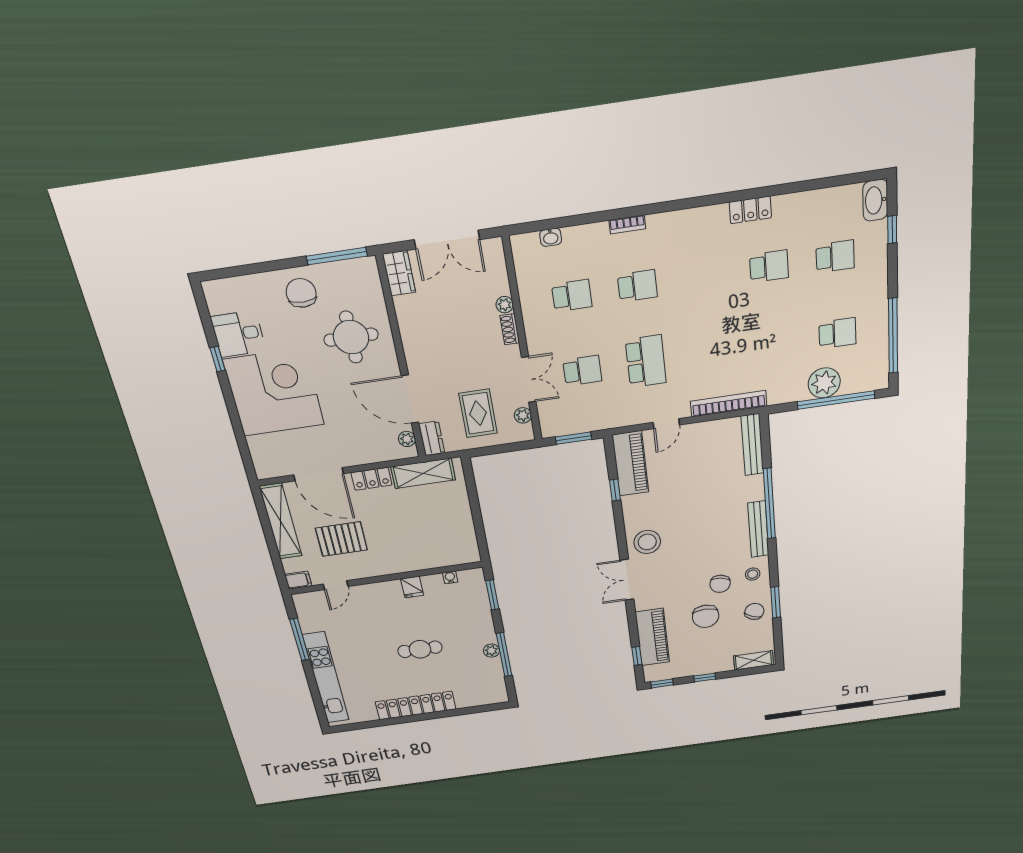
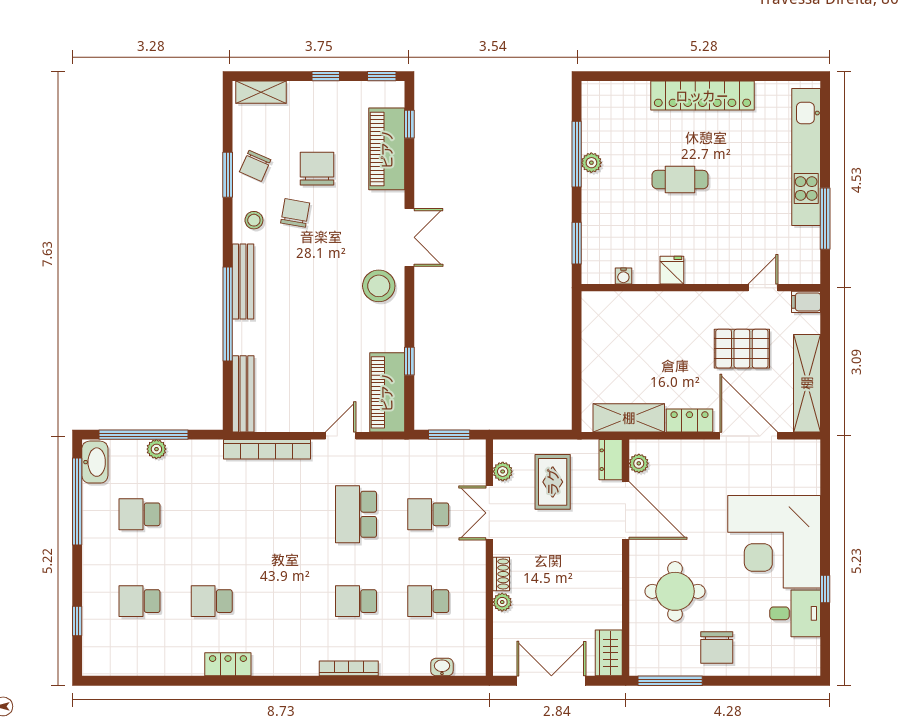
washbasin: (875, 200) -> (95, 462), moved
bookcase: (627, 224) -> (349, 668), width x1.56
plant: (824, 383) -> (156, 449), width x0.53, depth x0.53

